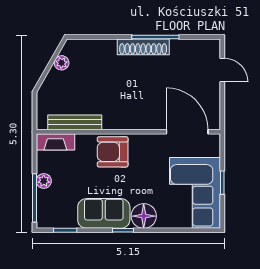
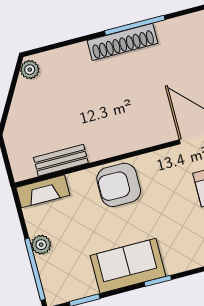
plant: (62, 63) -> (30, 70), moved
bench: (75, 122) -> (61, 160), width x0.73
floor lamp: (144, 216) -> (179, 256), removed

